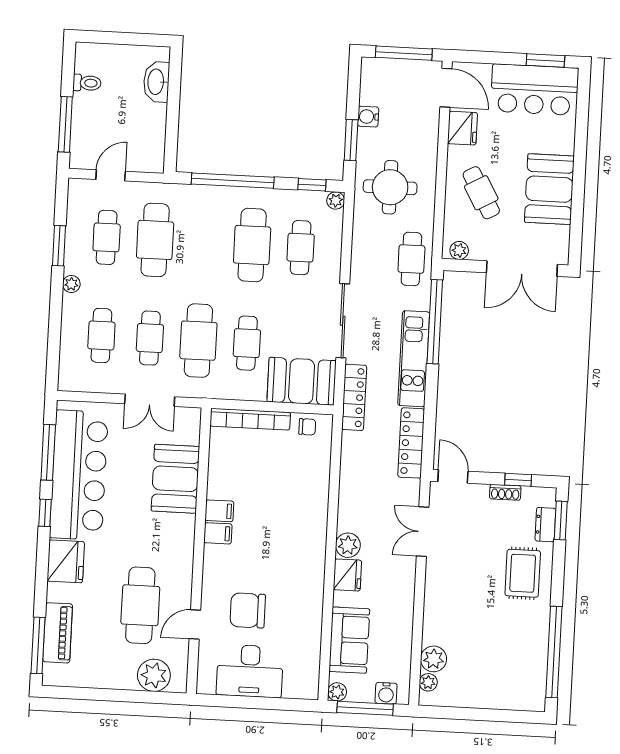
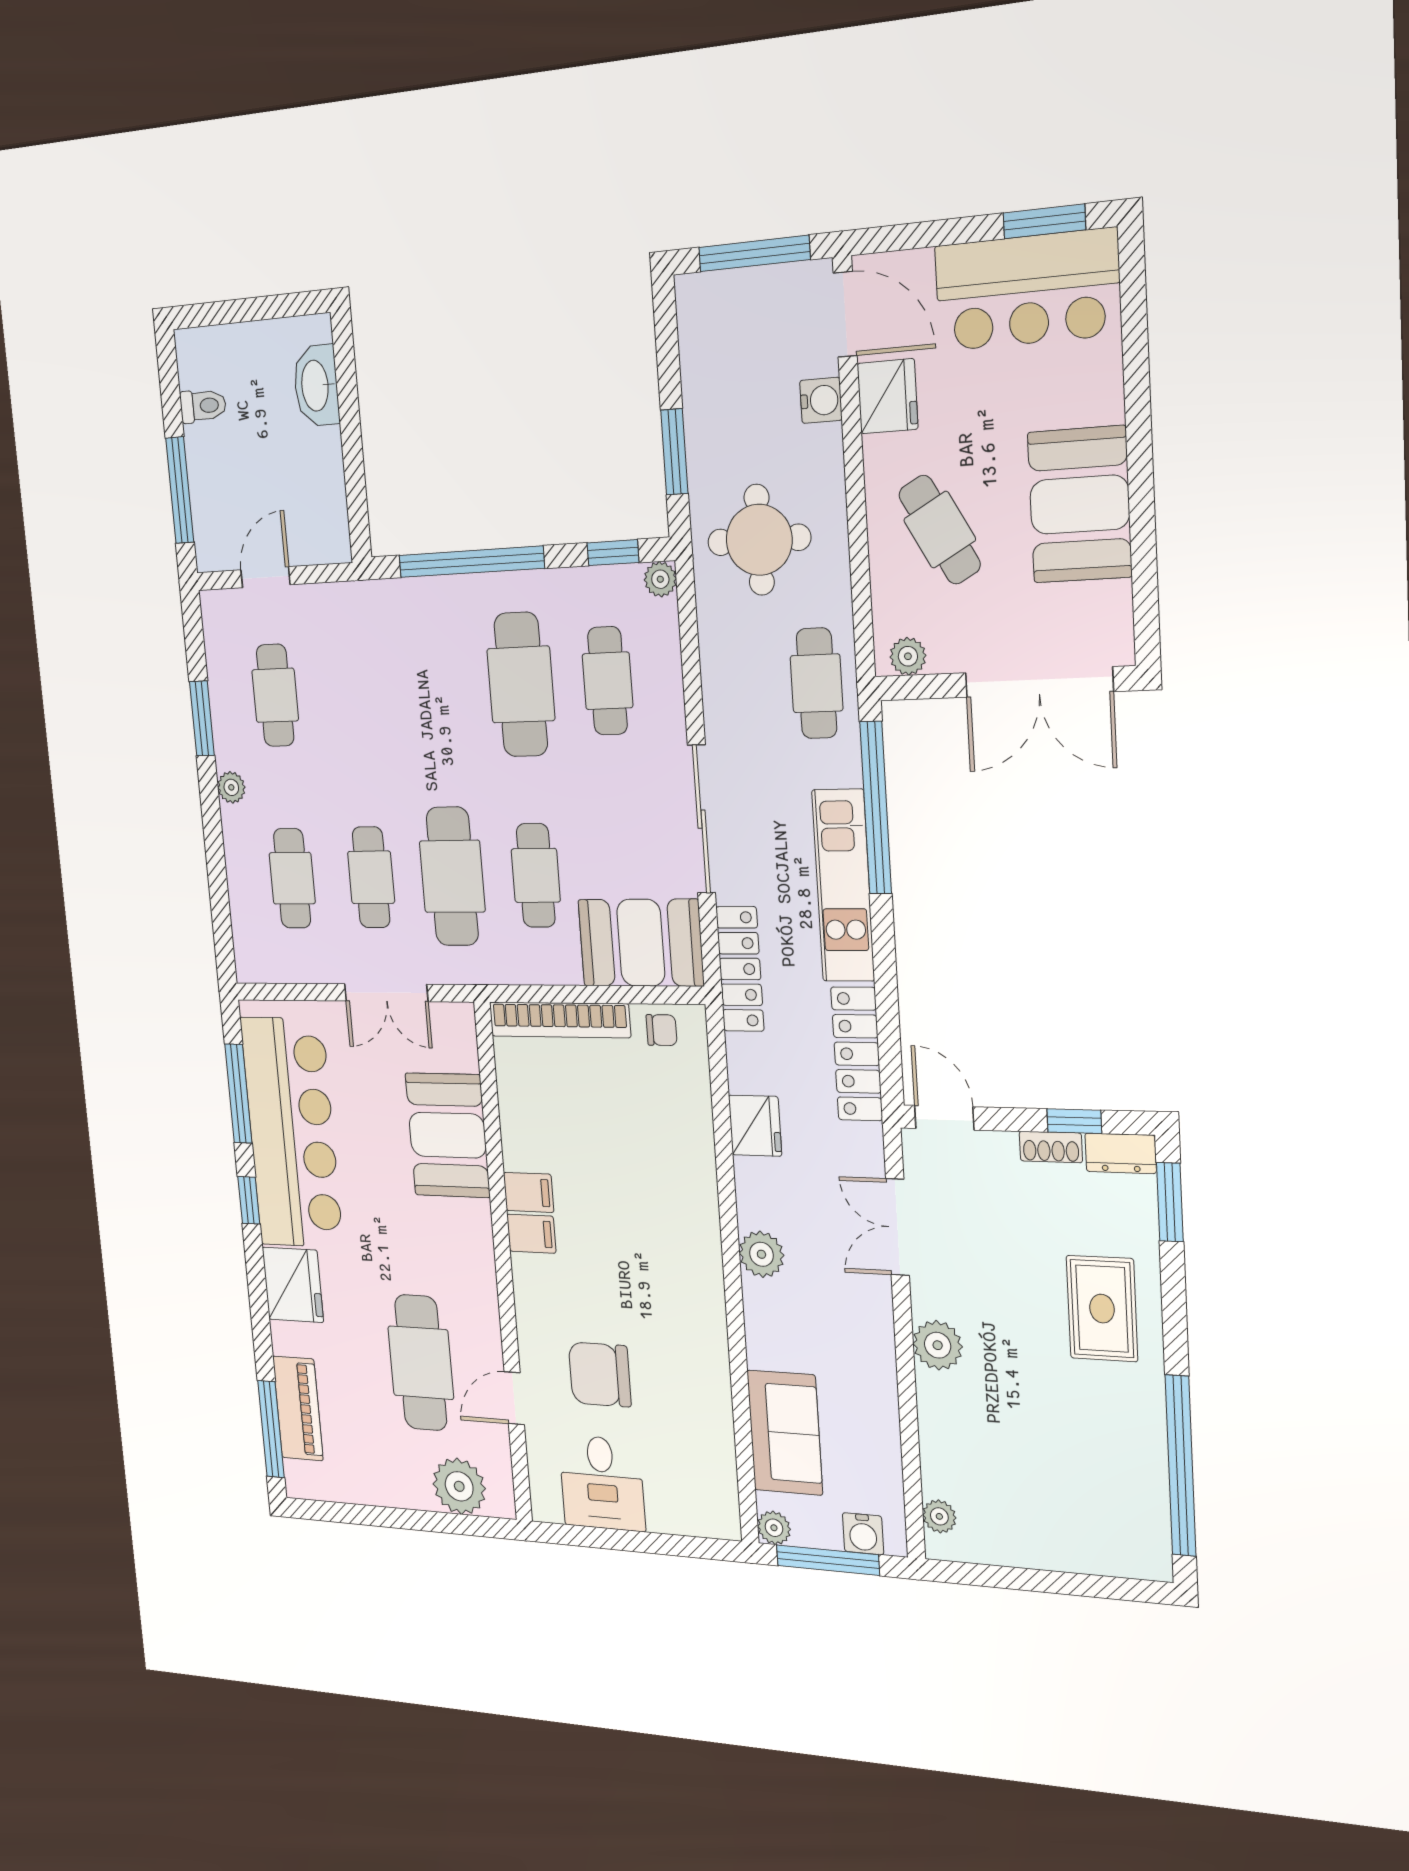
water cooler: (368, 117) -> (821, 400), moved, turned 180
cafe table: (155, 240) -> (355, 692), removed
dresser: (545, 525) -> (1121, 1153), moved, turned -90
fridge: (347, 575) -> (755, 1126), moved
plant: (434, 659) -> (938, 1345), moved
desk: (250, 671) -> (602, 1483), width x0.73

